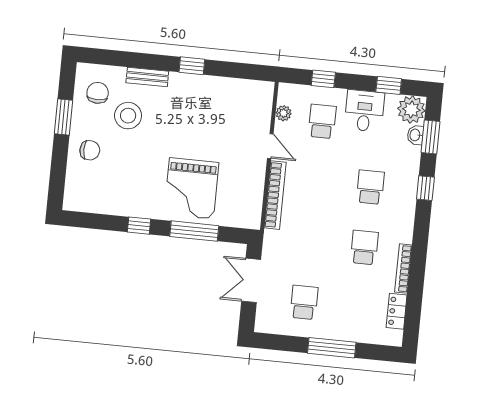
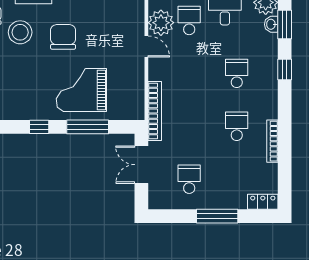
plant: (284, 113) -> (161, 23), width x1.87, depth x1.87
chair: (176, 126) -> (63, 37), added
grand piano: (191, 188) -> (81, 90), turned 90
bookcase: (275, 195) -> (155, 111), moved
locker: (397, 311) -> (263, 202), moved, turned 90

